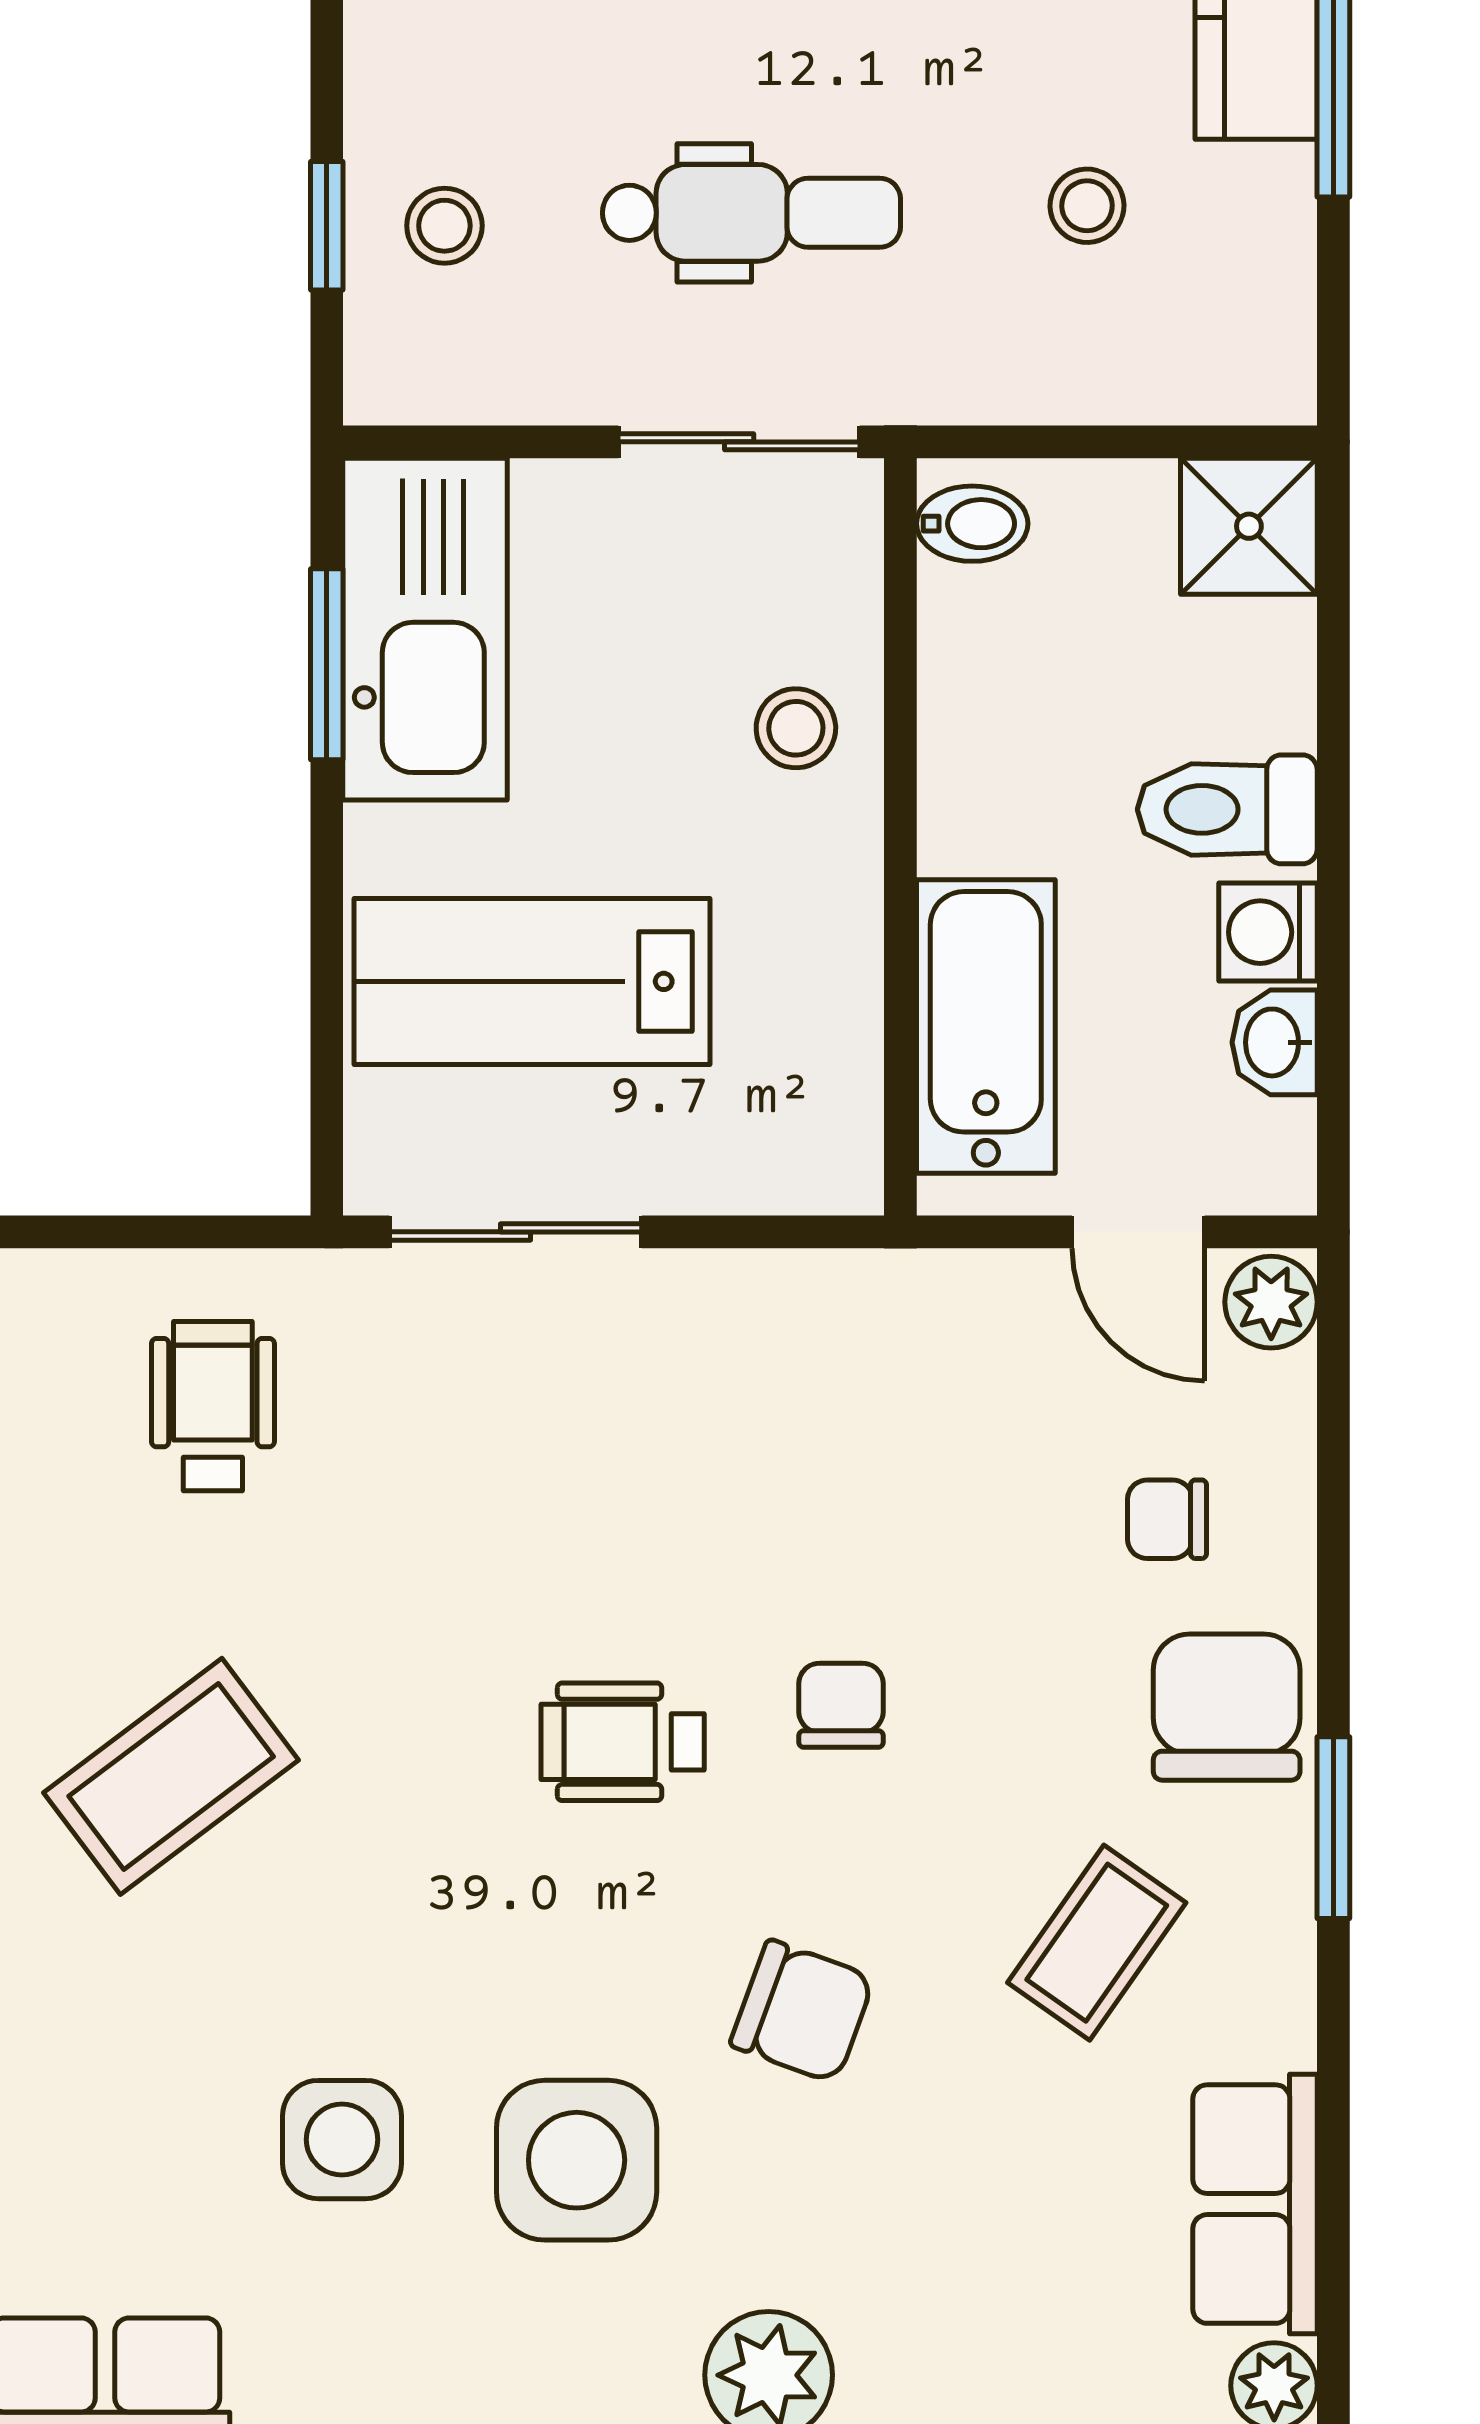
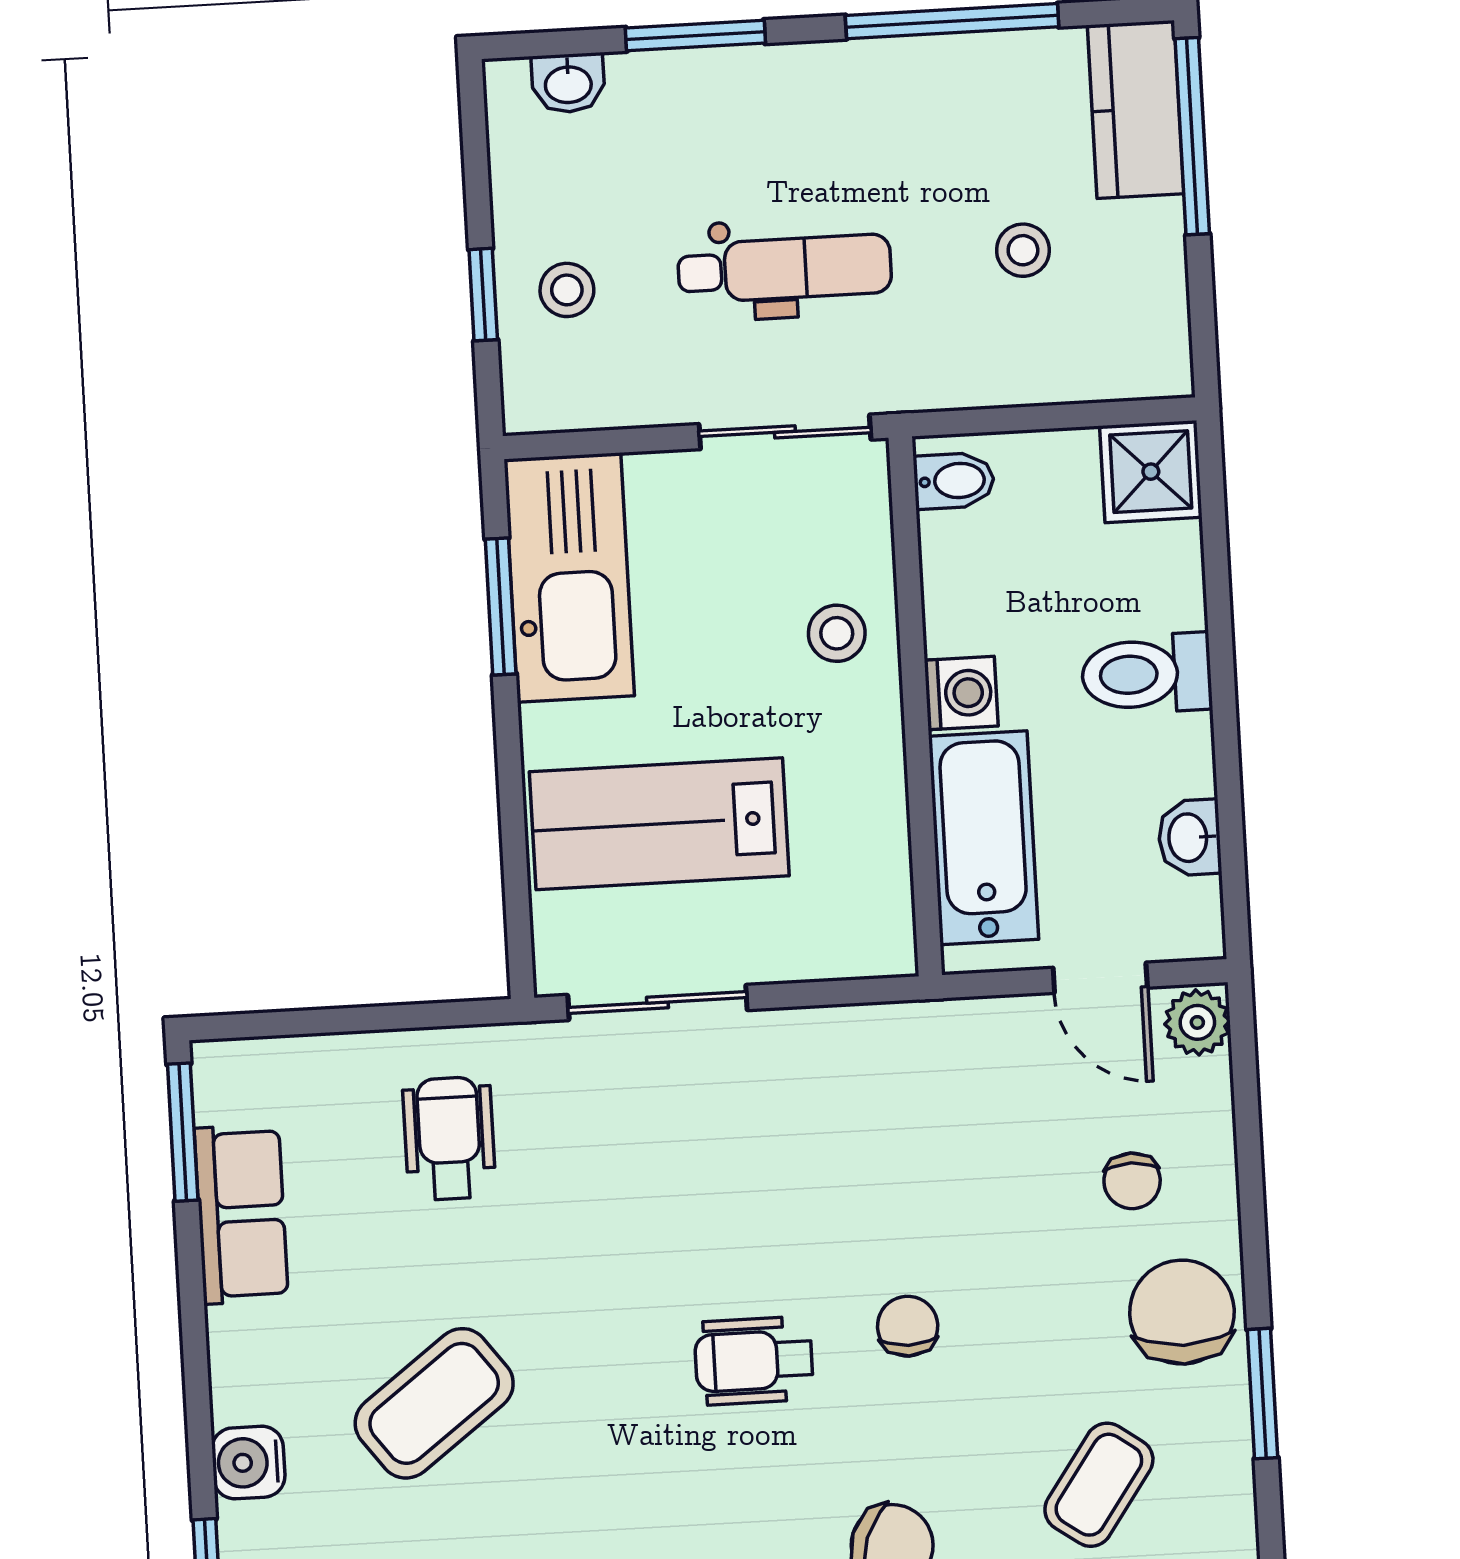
washing machine: (1268, 932) -> (961, 693), moved, turned 180
chair: (1167, 1519) -> (1132, 1181), turned -90

